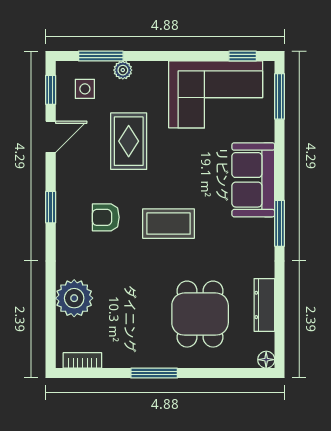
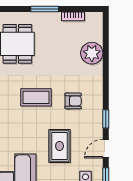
window: (51, 207) -> (106, 119), moved
bookcase: (82, 360) -> (73, 16), moved

